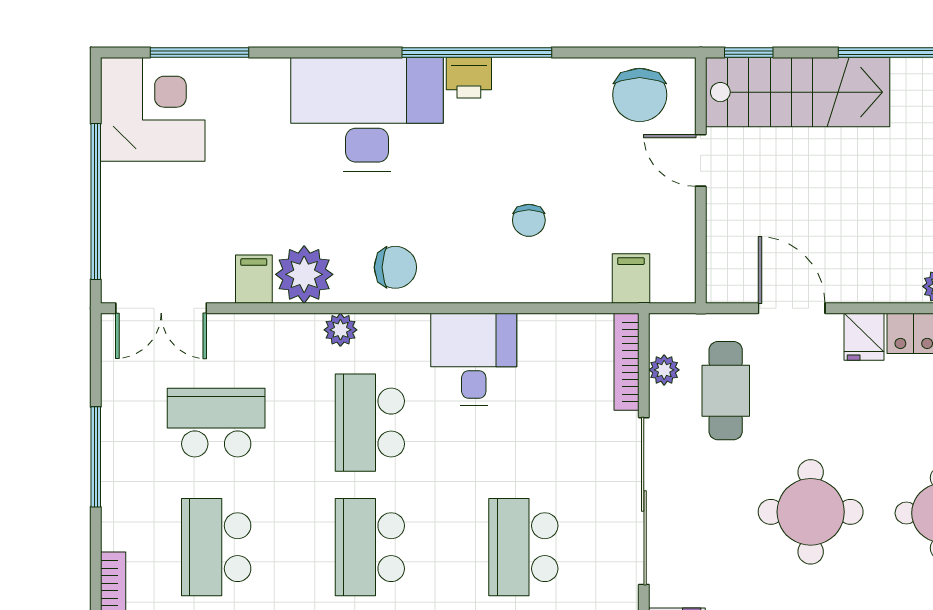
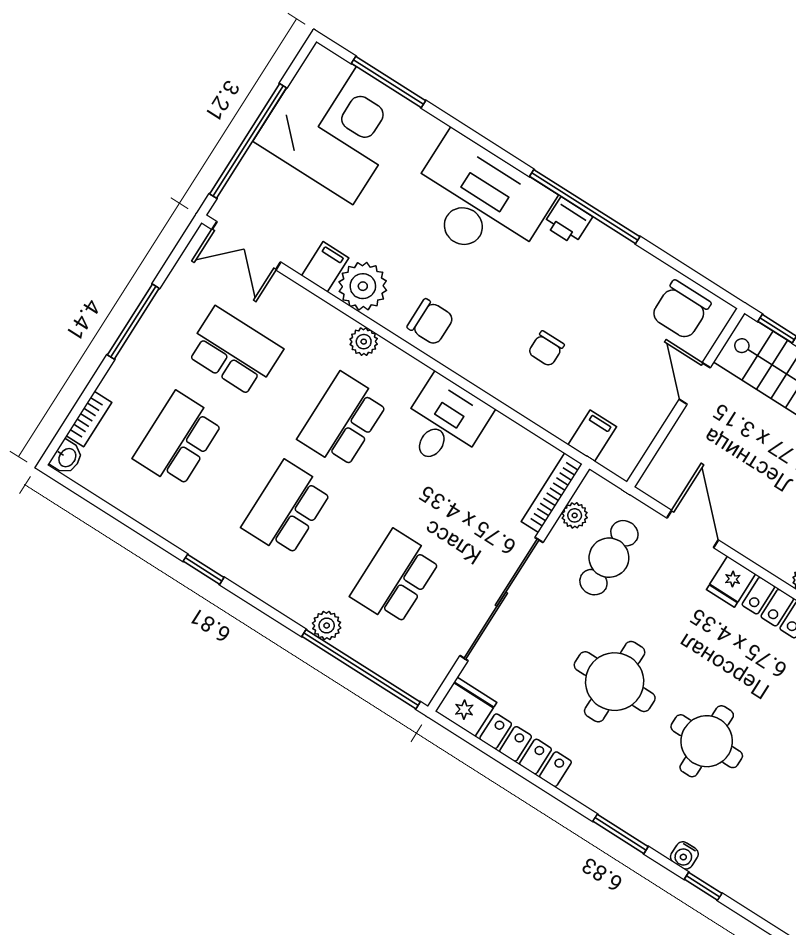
corner desk: (153, 109) -> (335, 123), width x1.36, depth x1.36

